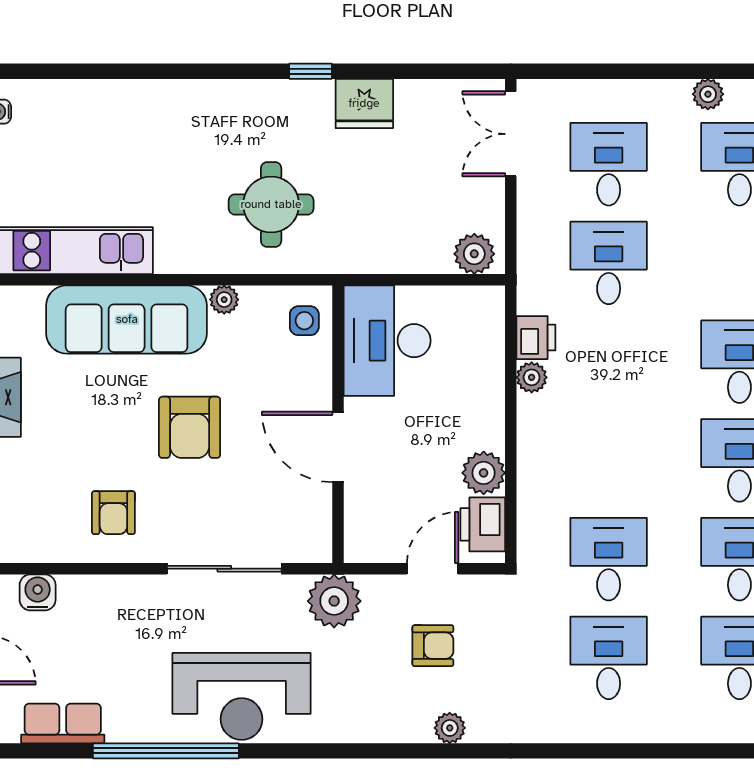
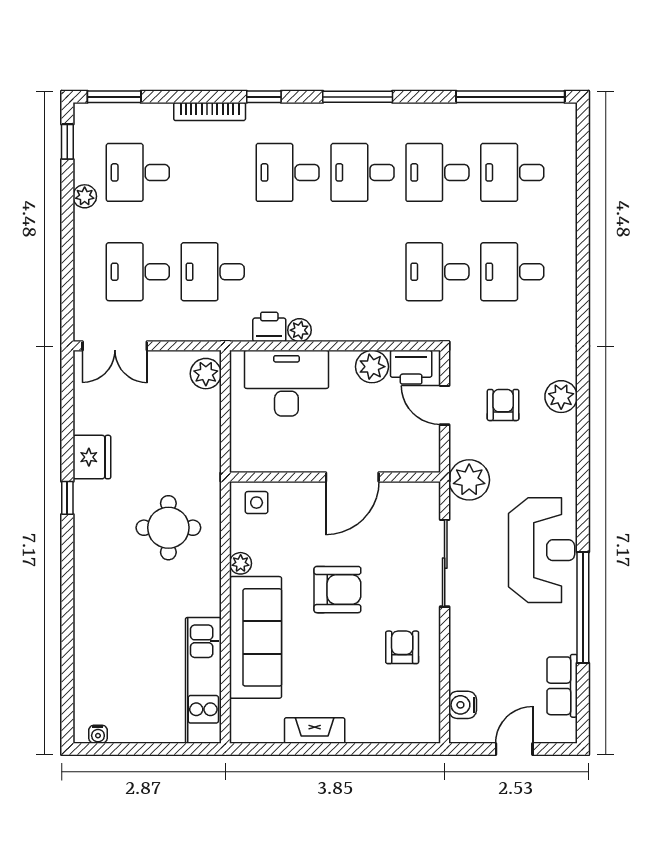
desk: (387, 341) -> (286, 383), moved, turned 180
armchair: (113, 513) -> (402, 647), turned -90
plant: (450, 728) -> (561, 397), width x1.38, depth x1.38

